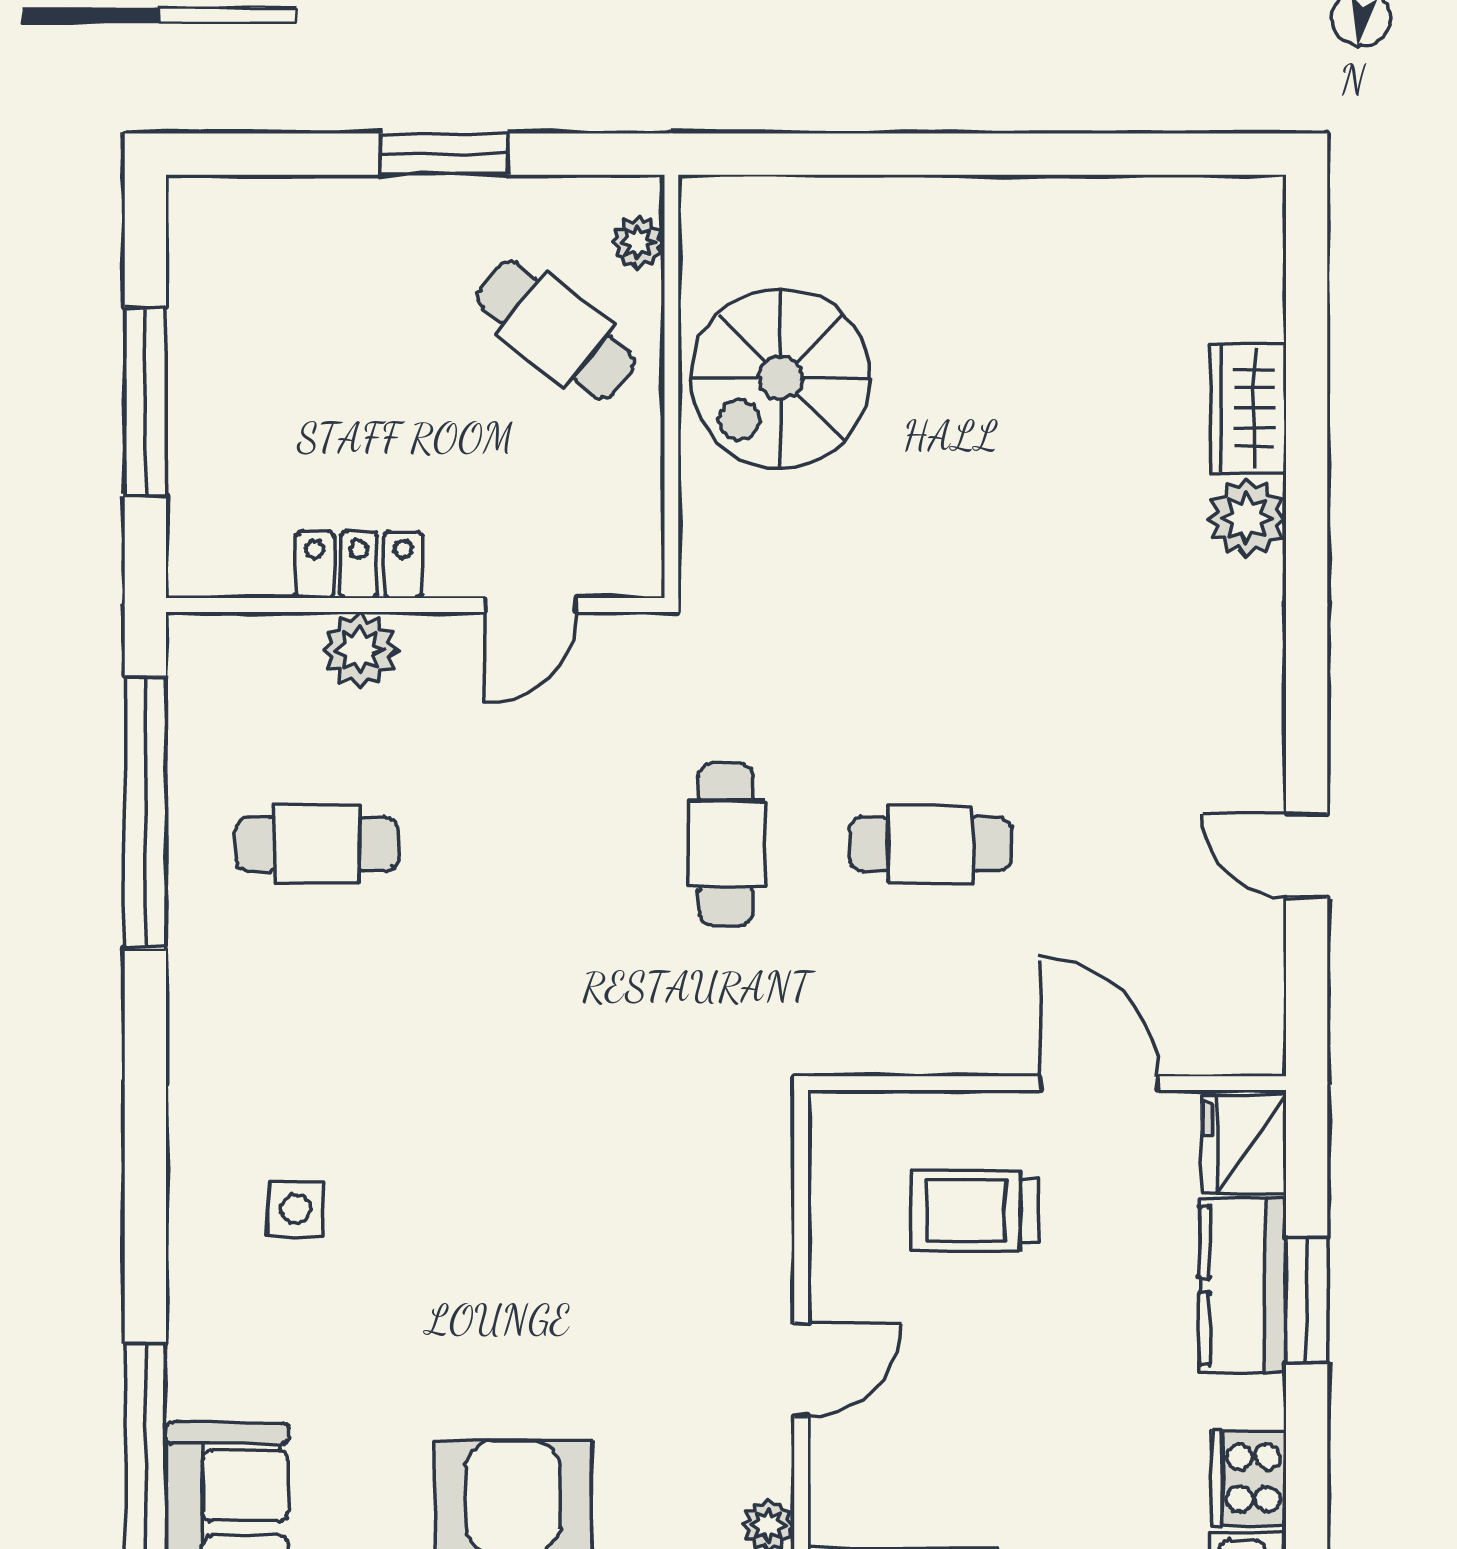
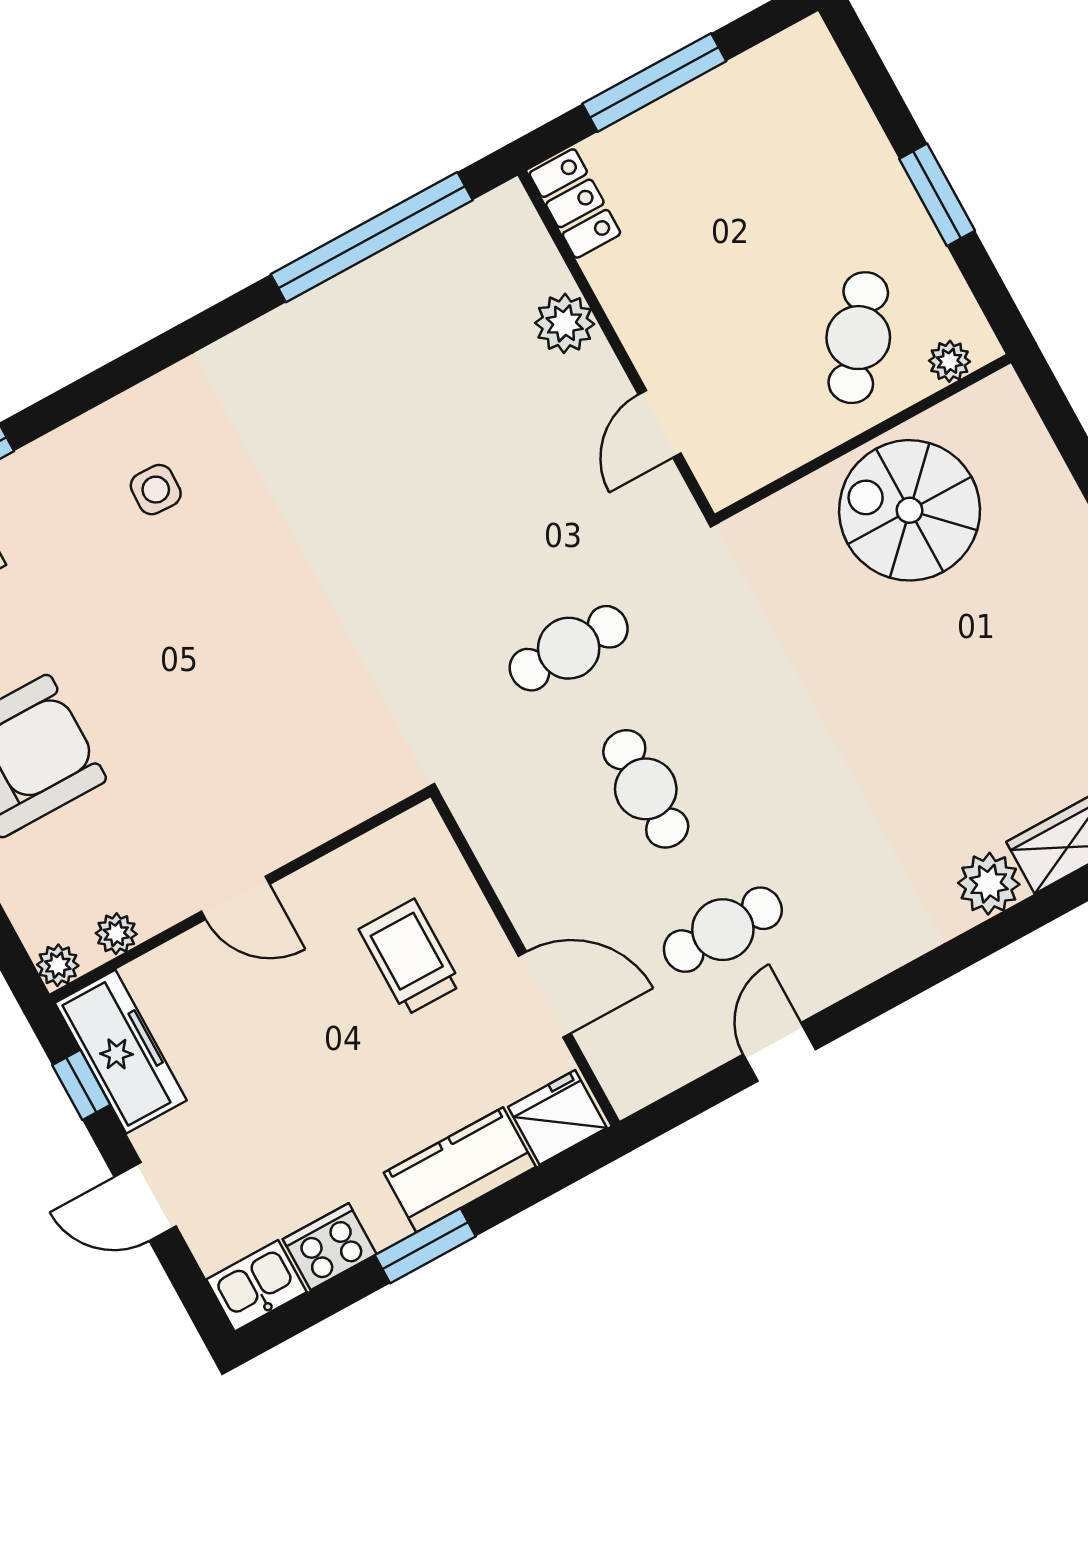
locker: (359, 565) -> (575, 203), moved
door: (531, 605) -> (660, 424), hinge flipped
cafe table: (317, 844) -> (723, 930), moved, turned 90
door: (1099, 1083) -> (545, 995), hinge flipped
window: (1307, 1300) -> (425, 1246), moved

